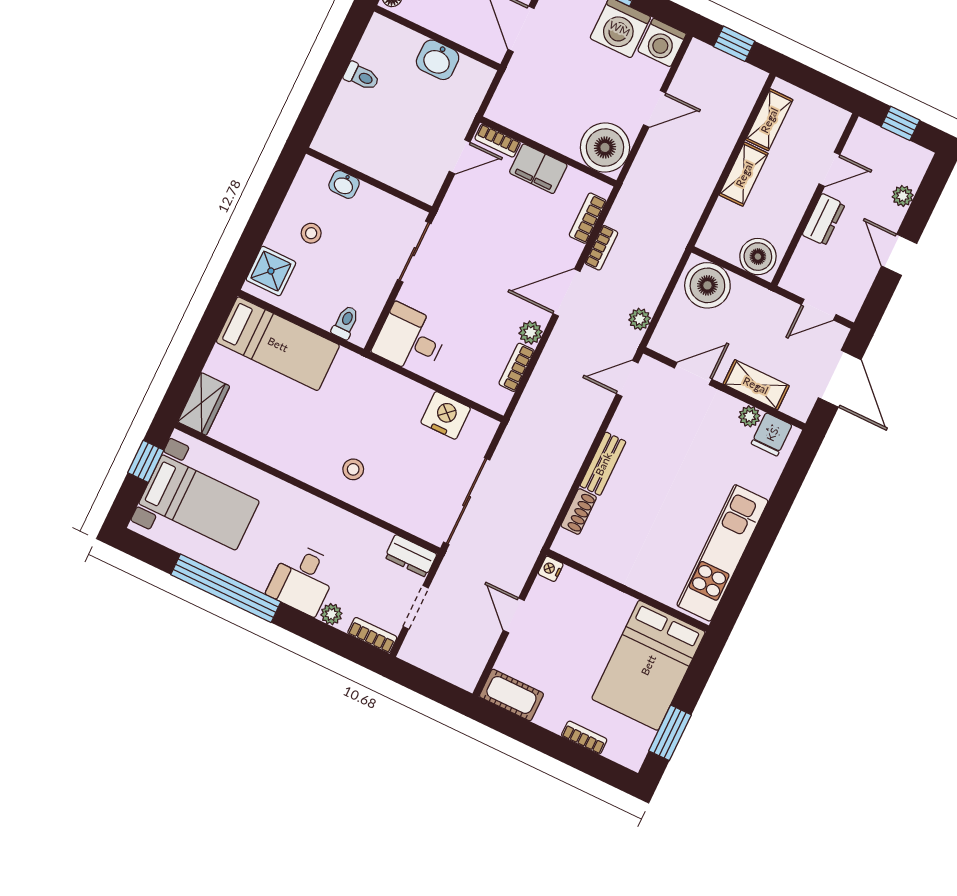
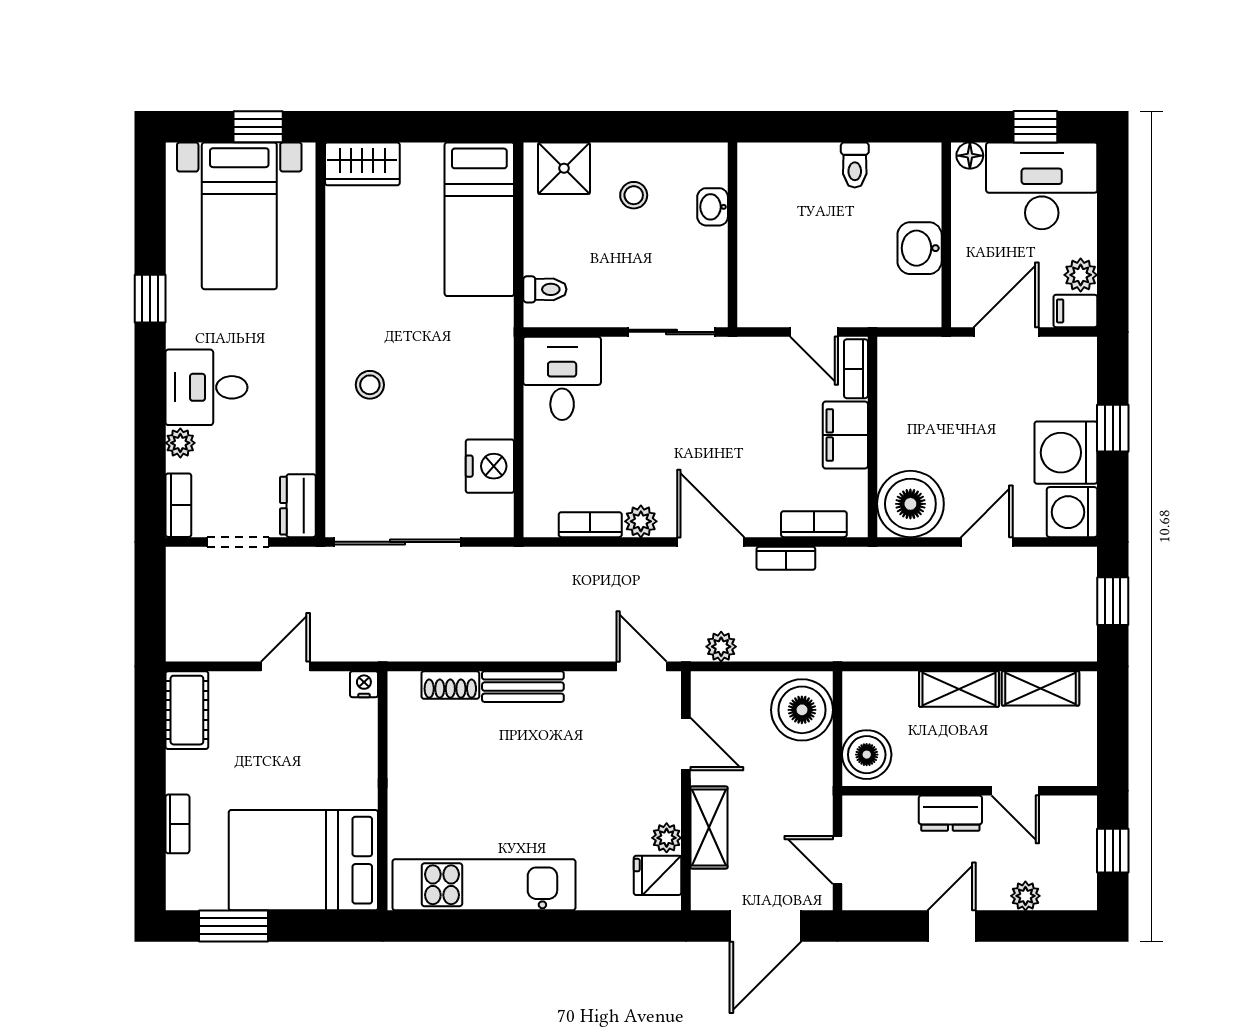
door: (655, 109) -> (987, 542), swing flipped
window: (226, 588) -> (150, 299), width x0.32

